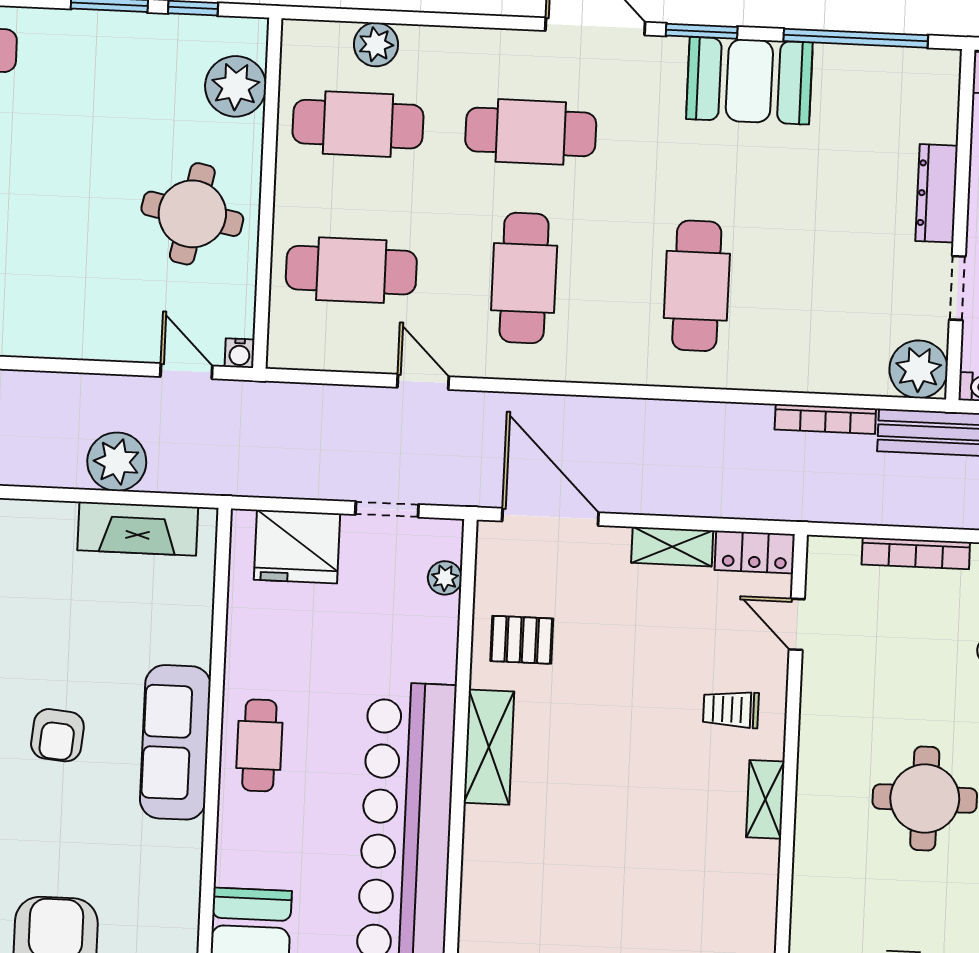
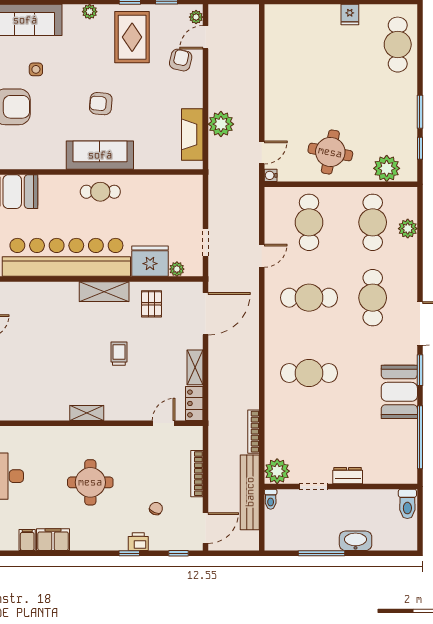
dresser: (937, 193) -> (348, 476), width x0.70
fridge: (297, 547) -> (150, 261), moved, turned 90
trolley: (731, 709) -> (119, 354), moved

